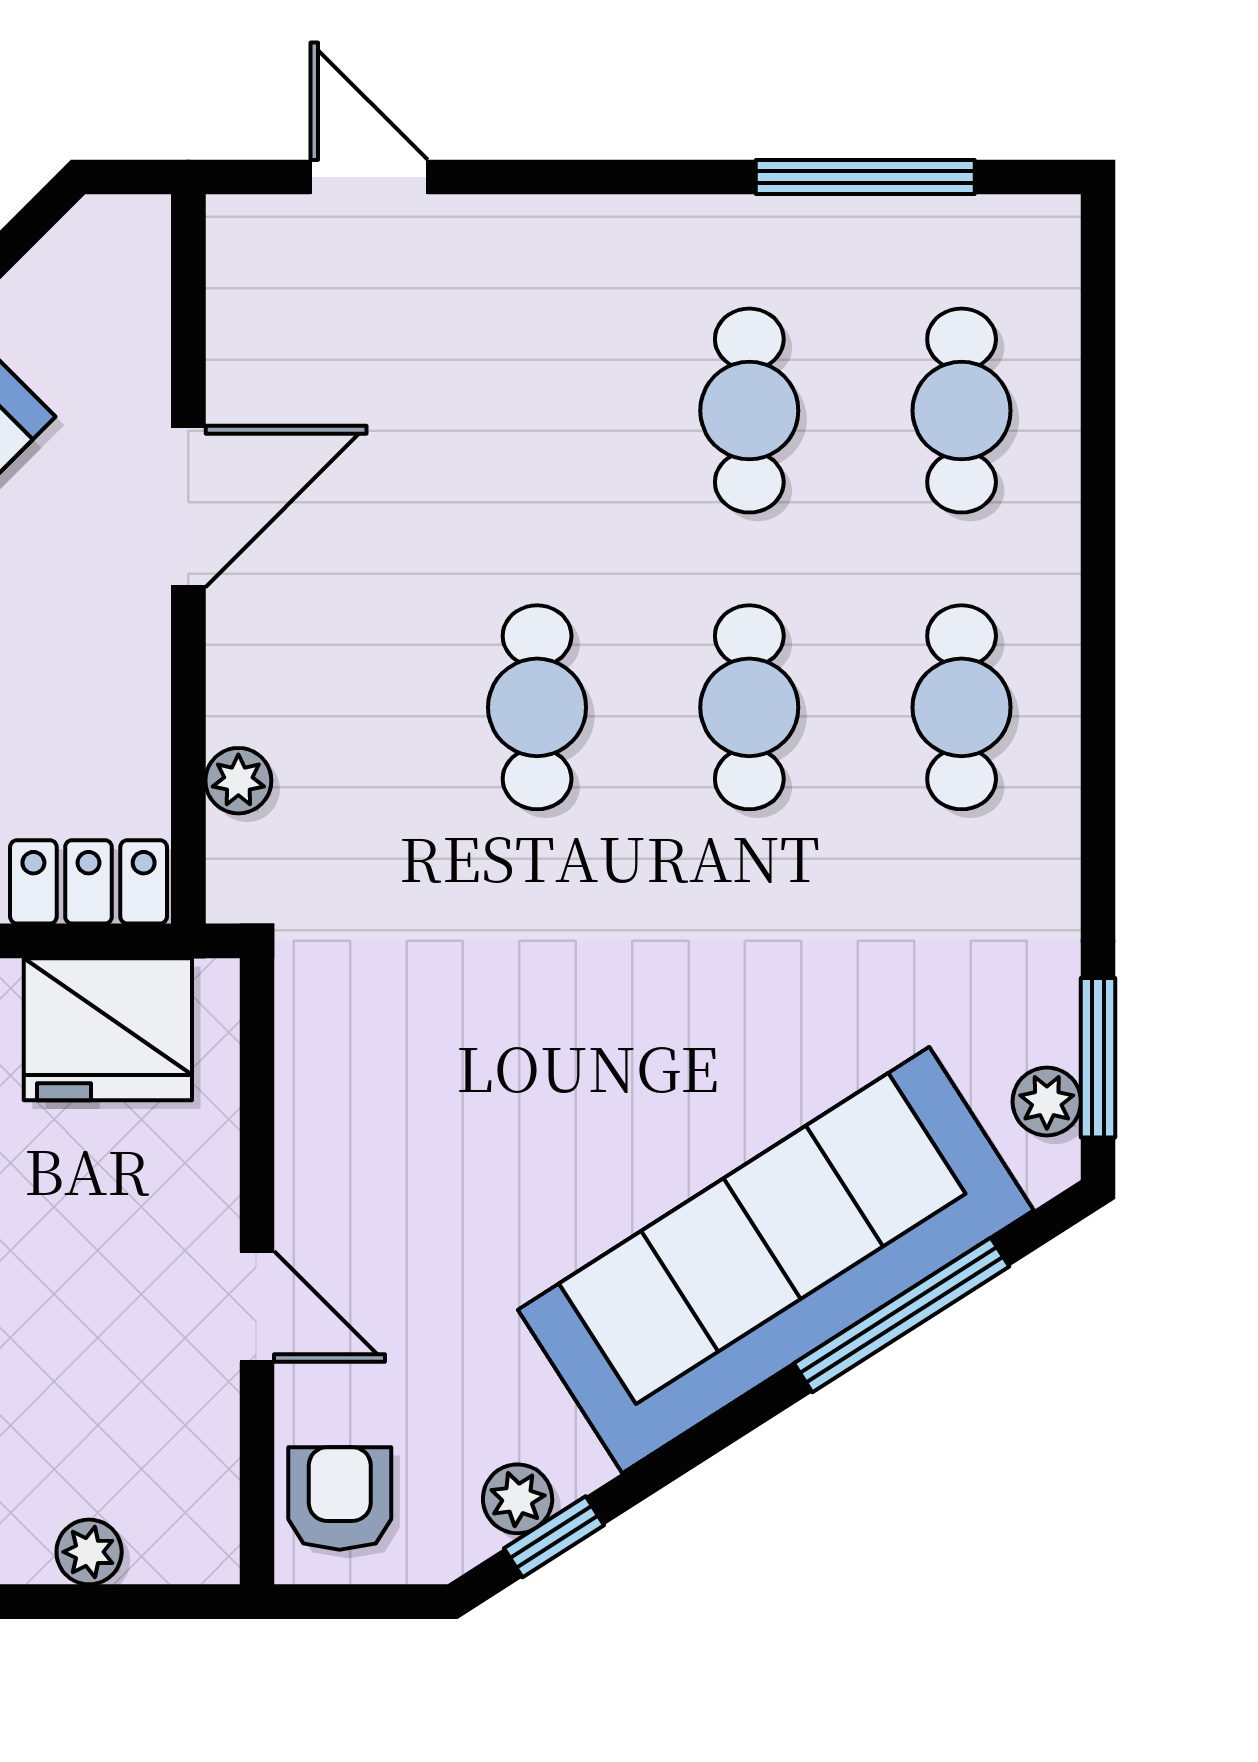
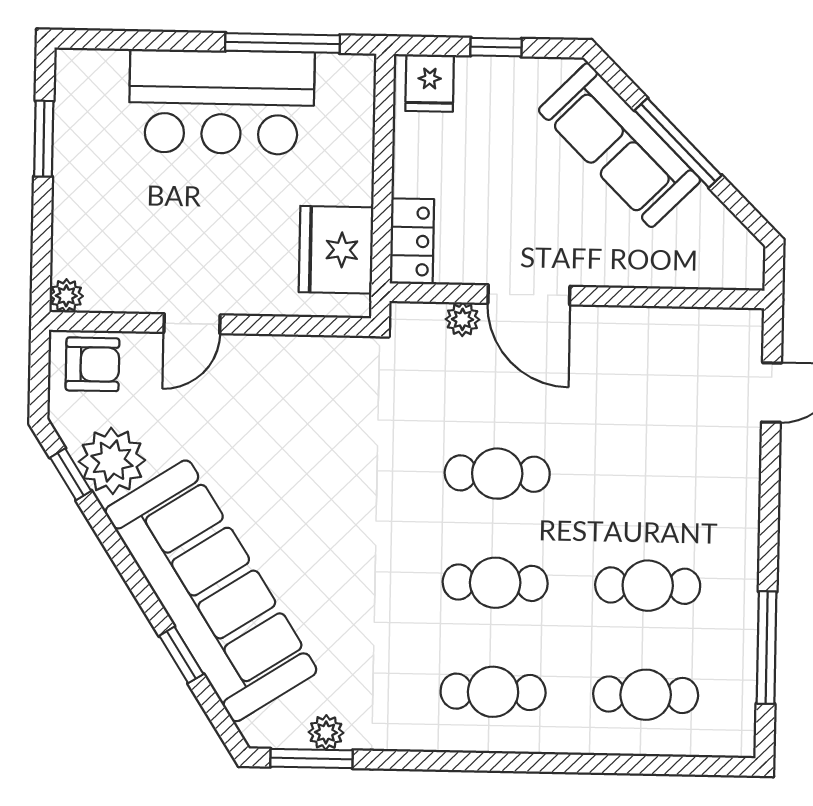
door: (188, 506) -> (529, 295), moved
plant: (1047, 1102) -> (326, 732), moved
window: (902, 1315) -> (181, 655), width x0.46
plant: (518, 1499) -> (112, 461), width x1.87, depth x1.87
plant: (89, 1552) -> (66, 296), moved

